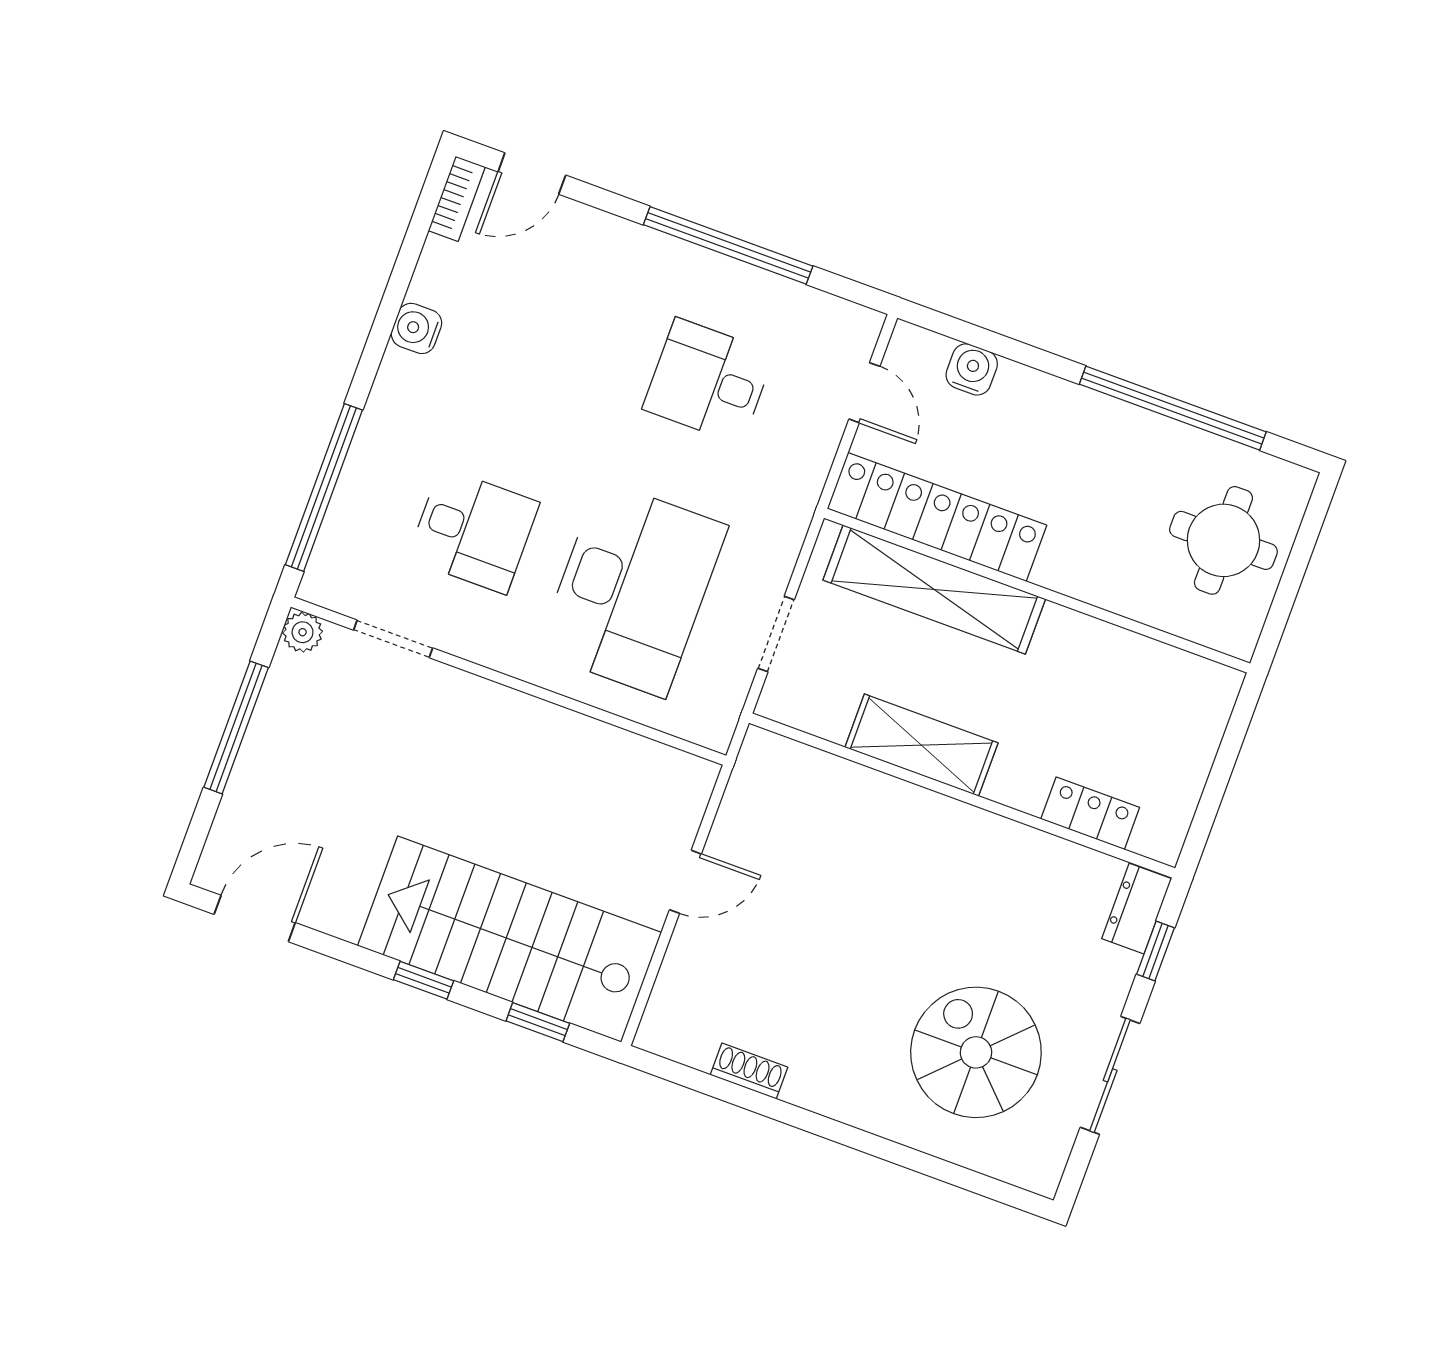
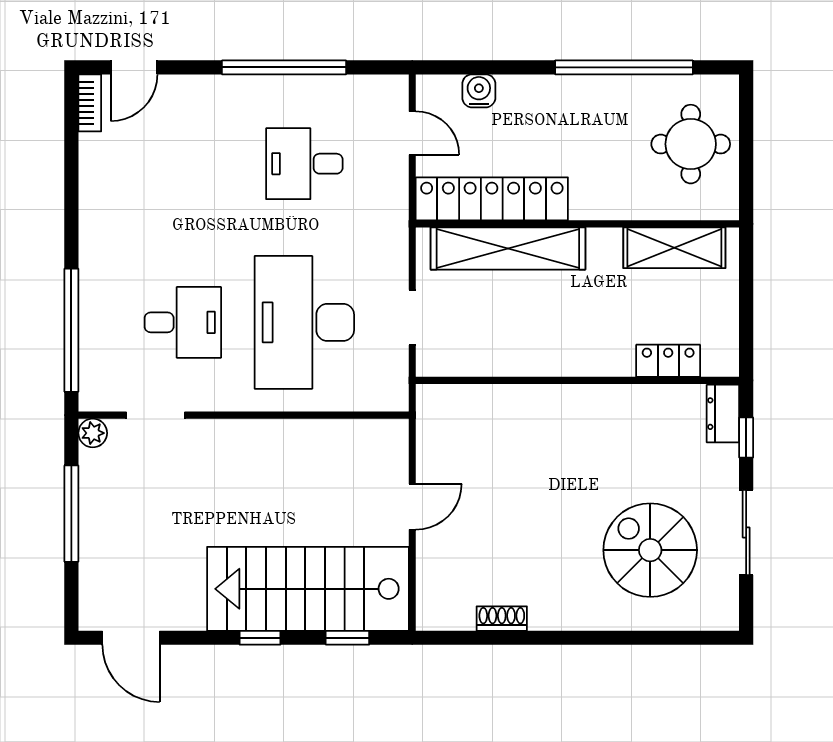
water cooler: (416, 328) -> (95, 200), removed
desk: (632, 589) -> (304, 322), turned 180
shelving: (921, 745) -> (674, 248), moved
door: (255, 919) -> (131, 638), swing flipped

